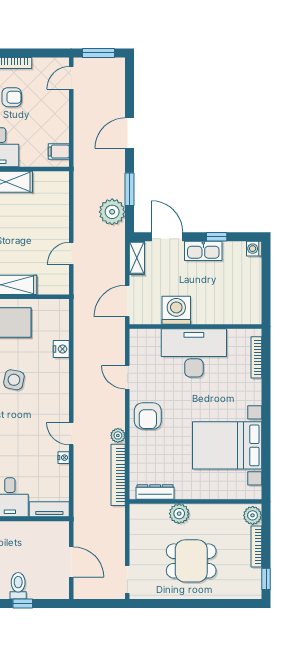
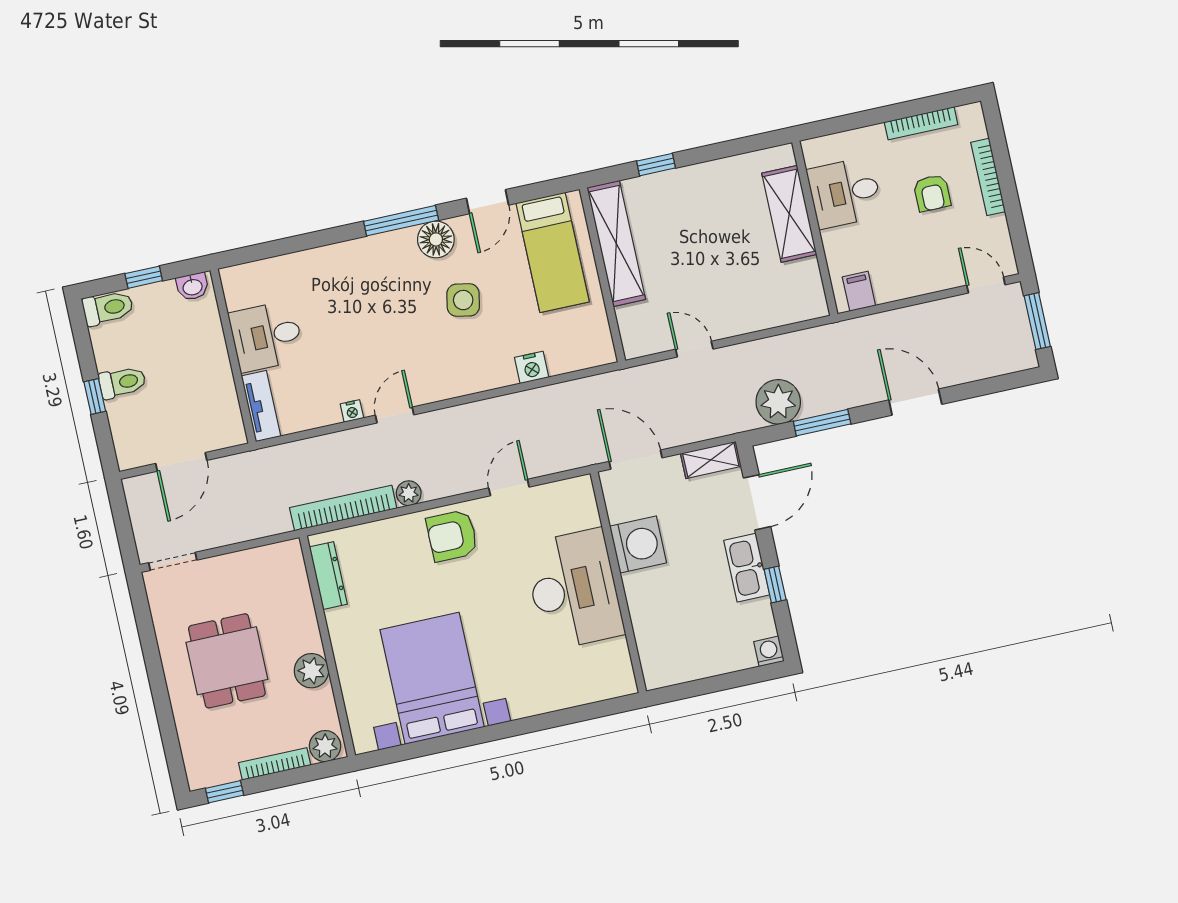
bookcase: (256, 357) -> (589, 695), removed
plant: (179, 514) -> (311, 671), moved

